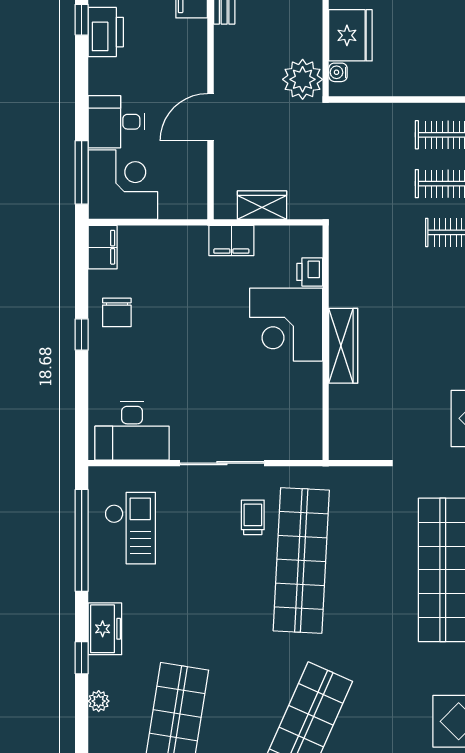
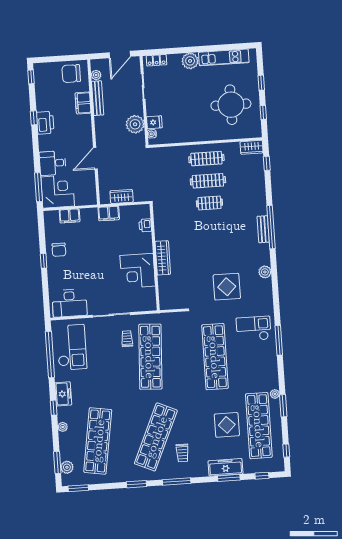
fridge: (350, 35) -> (154, 122), width x0.53, depth x0.75
plant: (303, 79) -> (135, 124), moved
filing cabinet: (103, 247) -> (70, 216), moved, turned 90
corner desk: (286, 325) -> (138, 271), moved
checkout: (130, 528) -> (72, 347), width x1.36, depth x1.21

